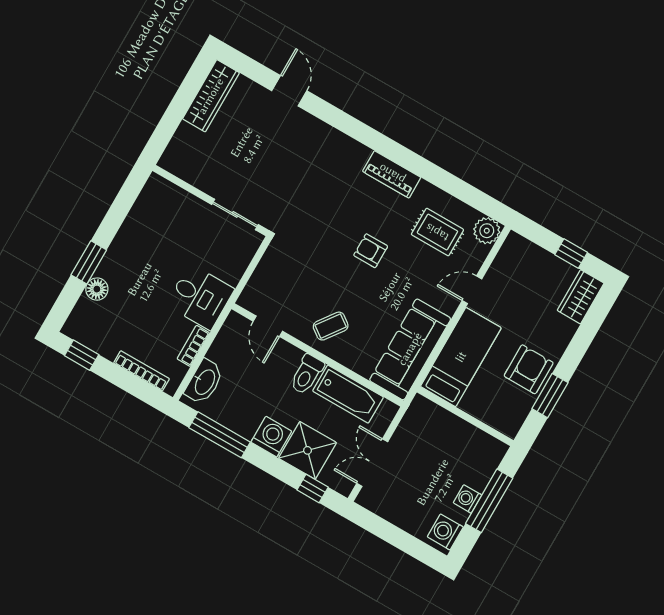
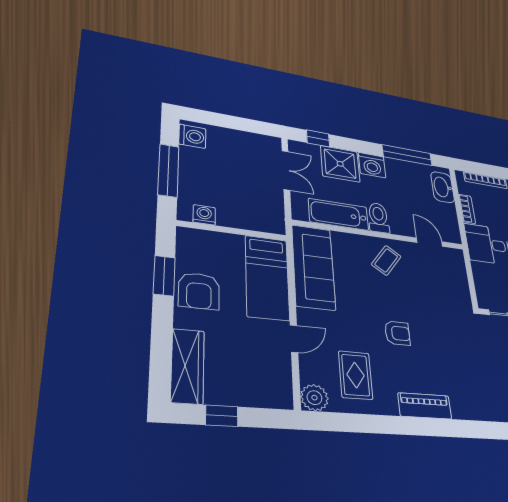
rug: (437, 232) -> (356, 375), turned 90
wardrobe: (581, 297) -> (188, 366), width x1.50
washing machine: (467, 499) -> (204, 215), moved, turned -90

